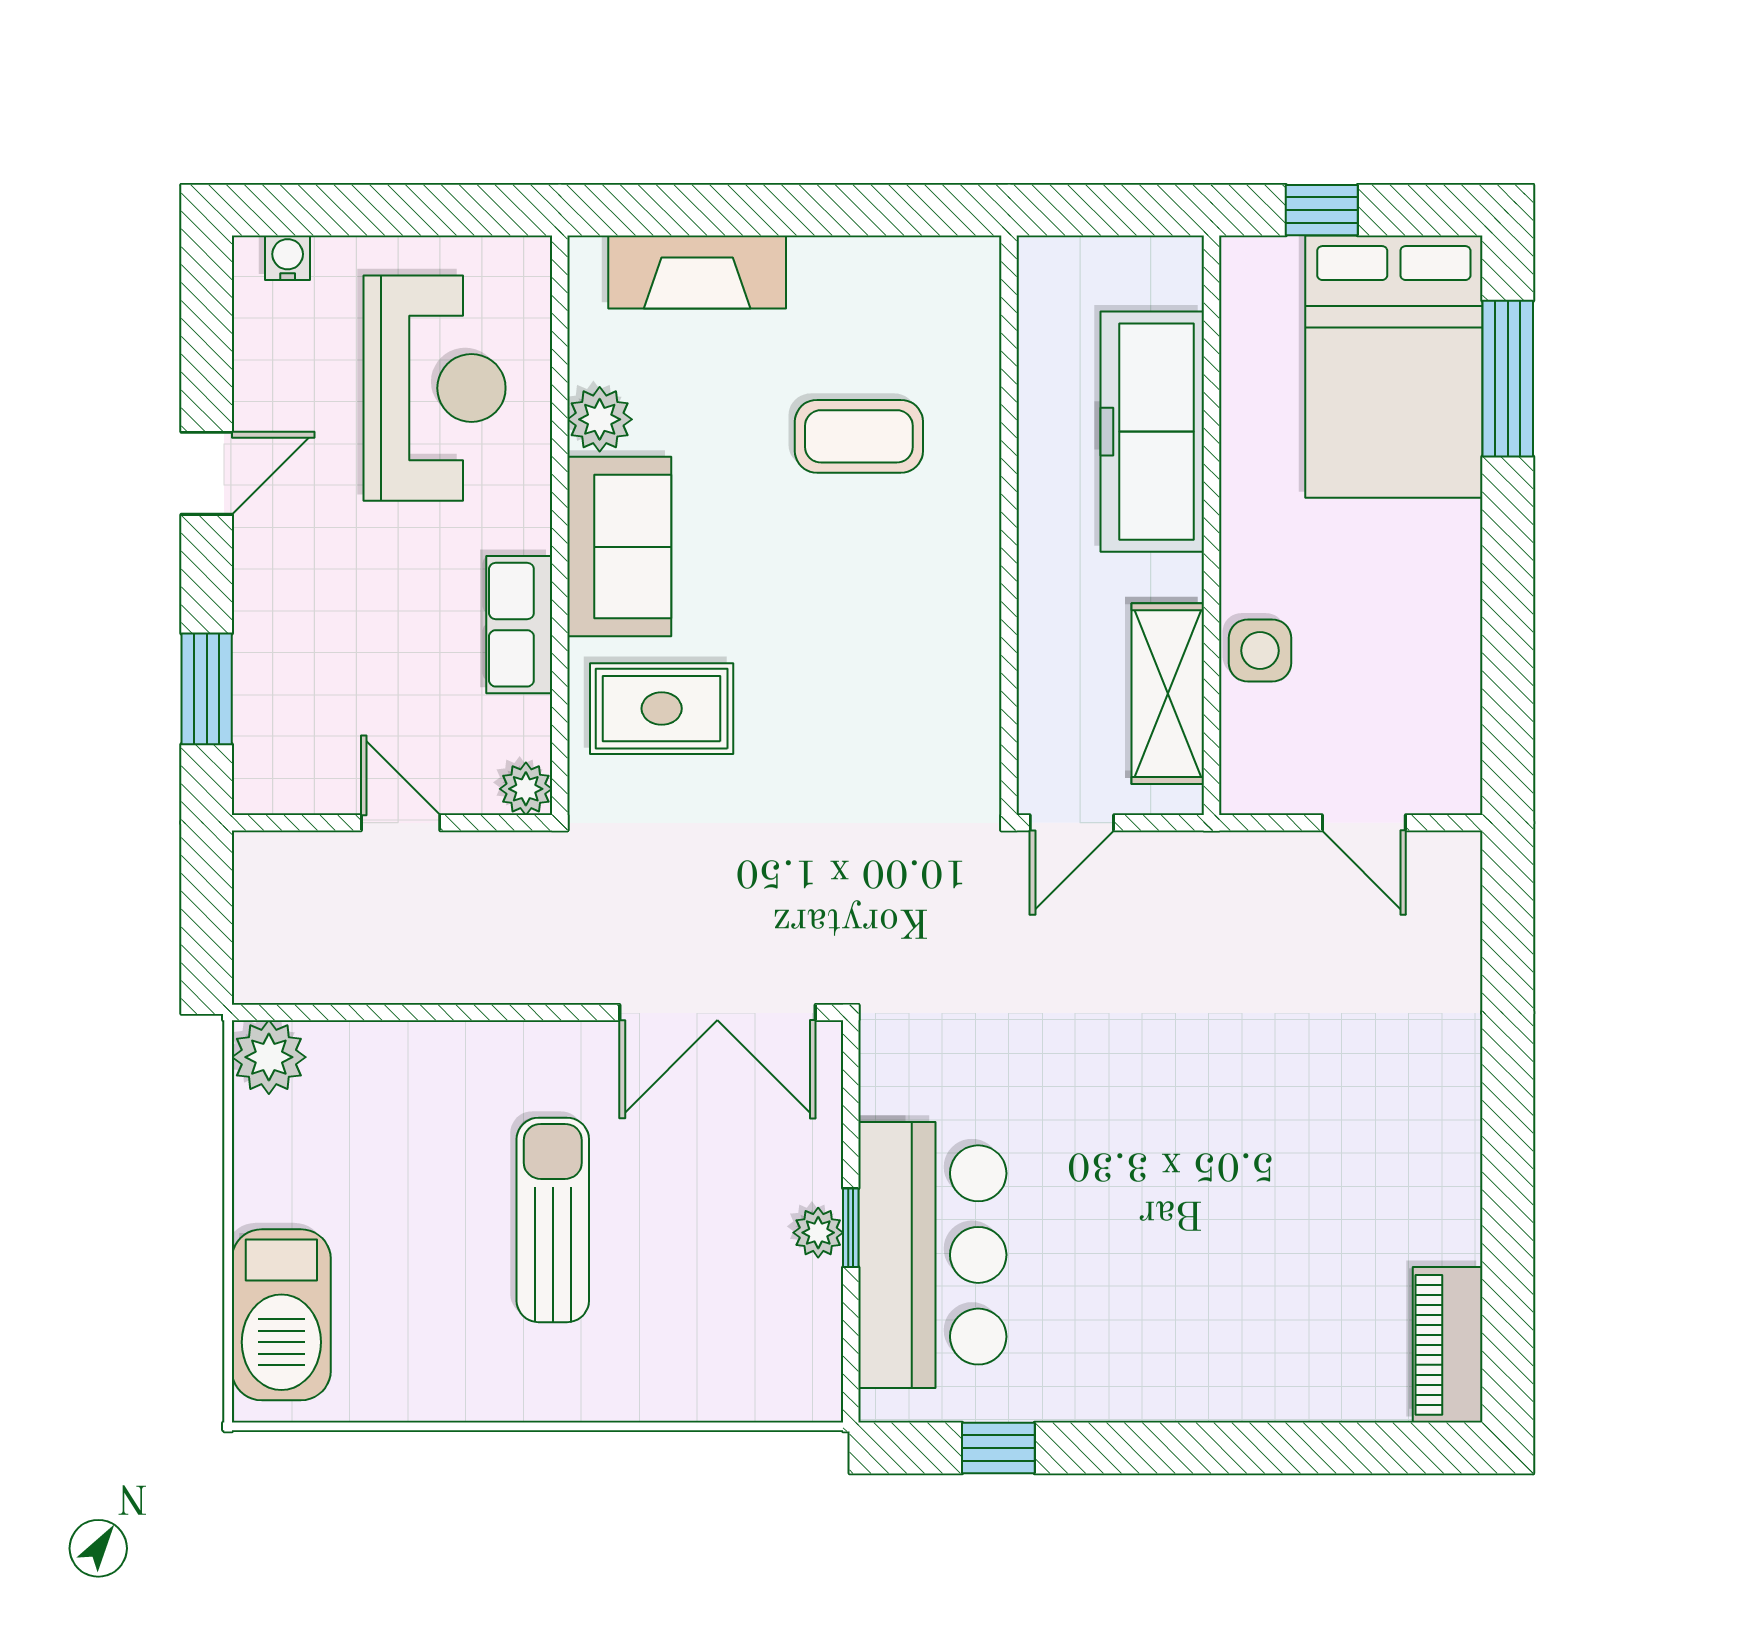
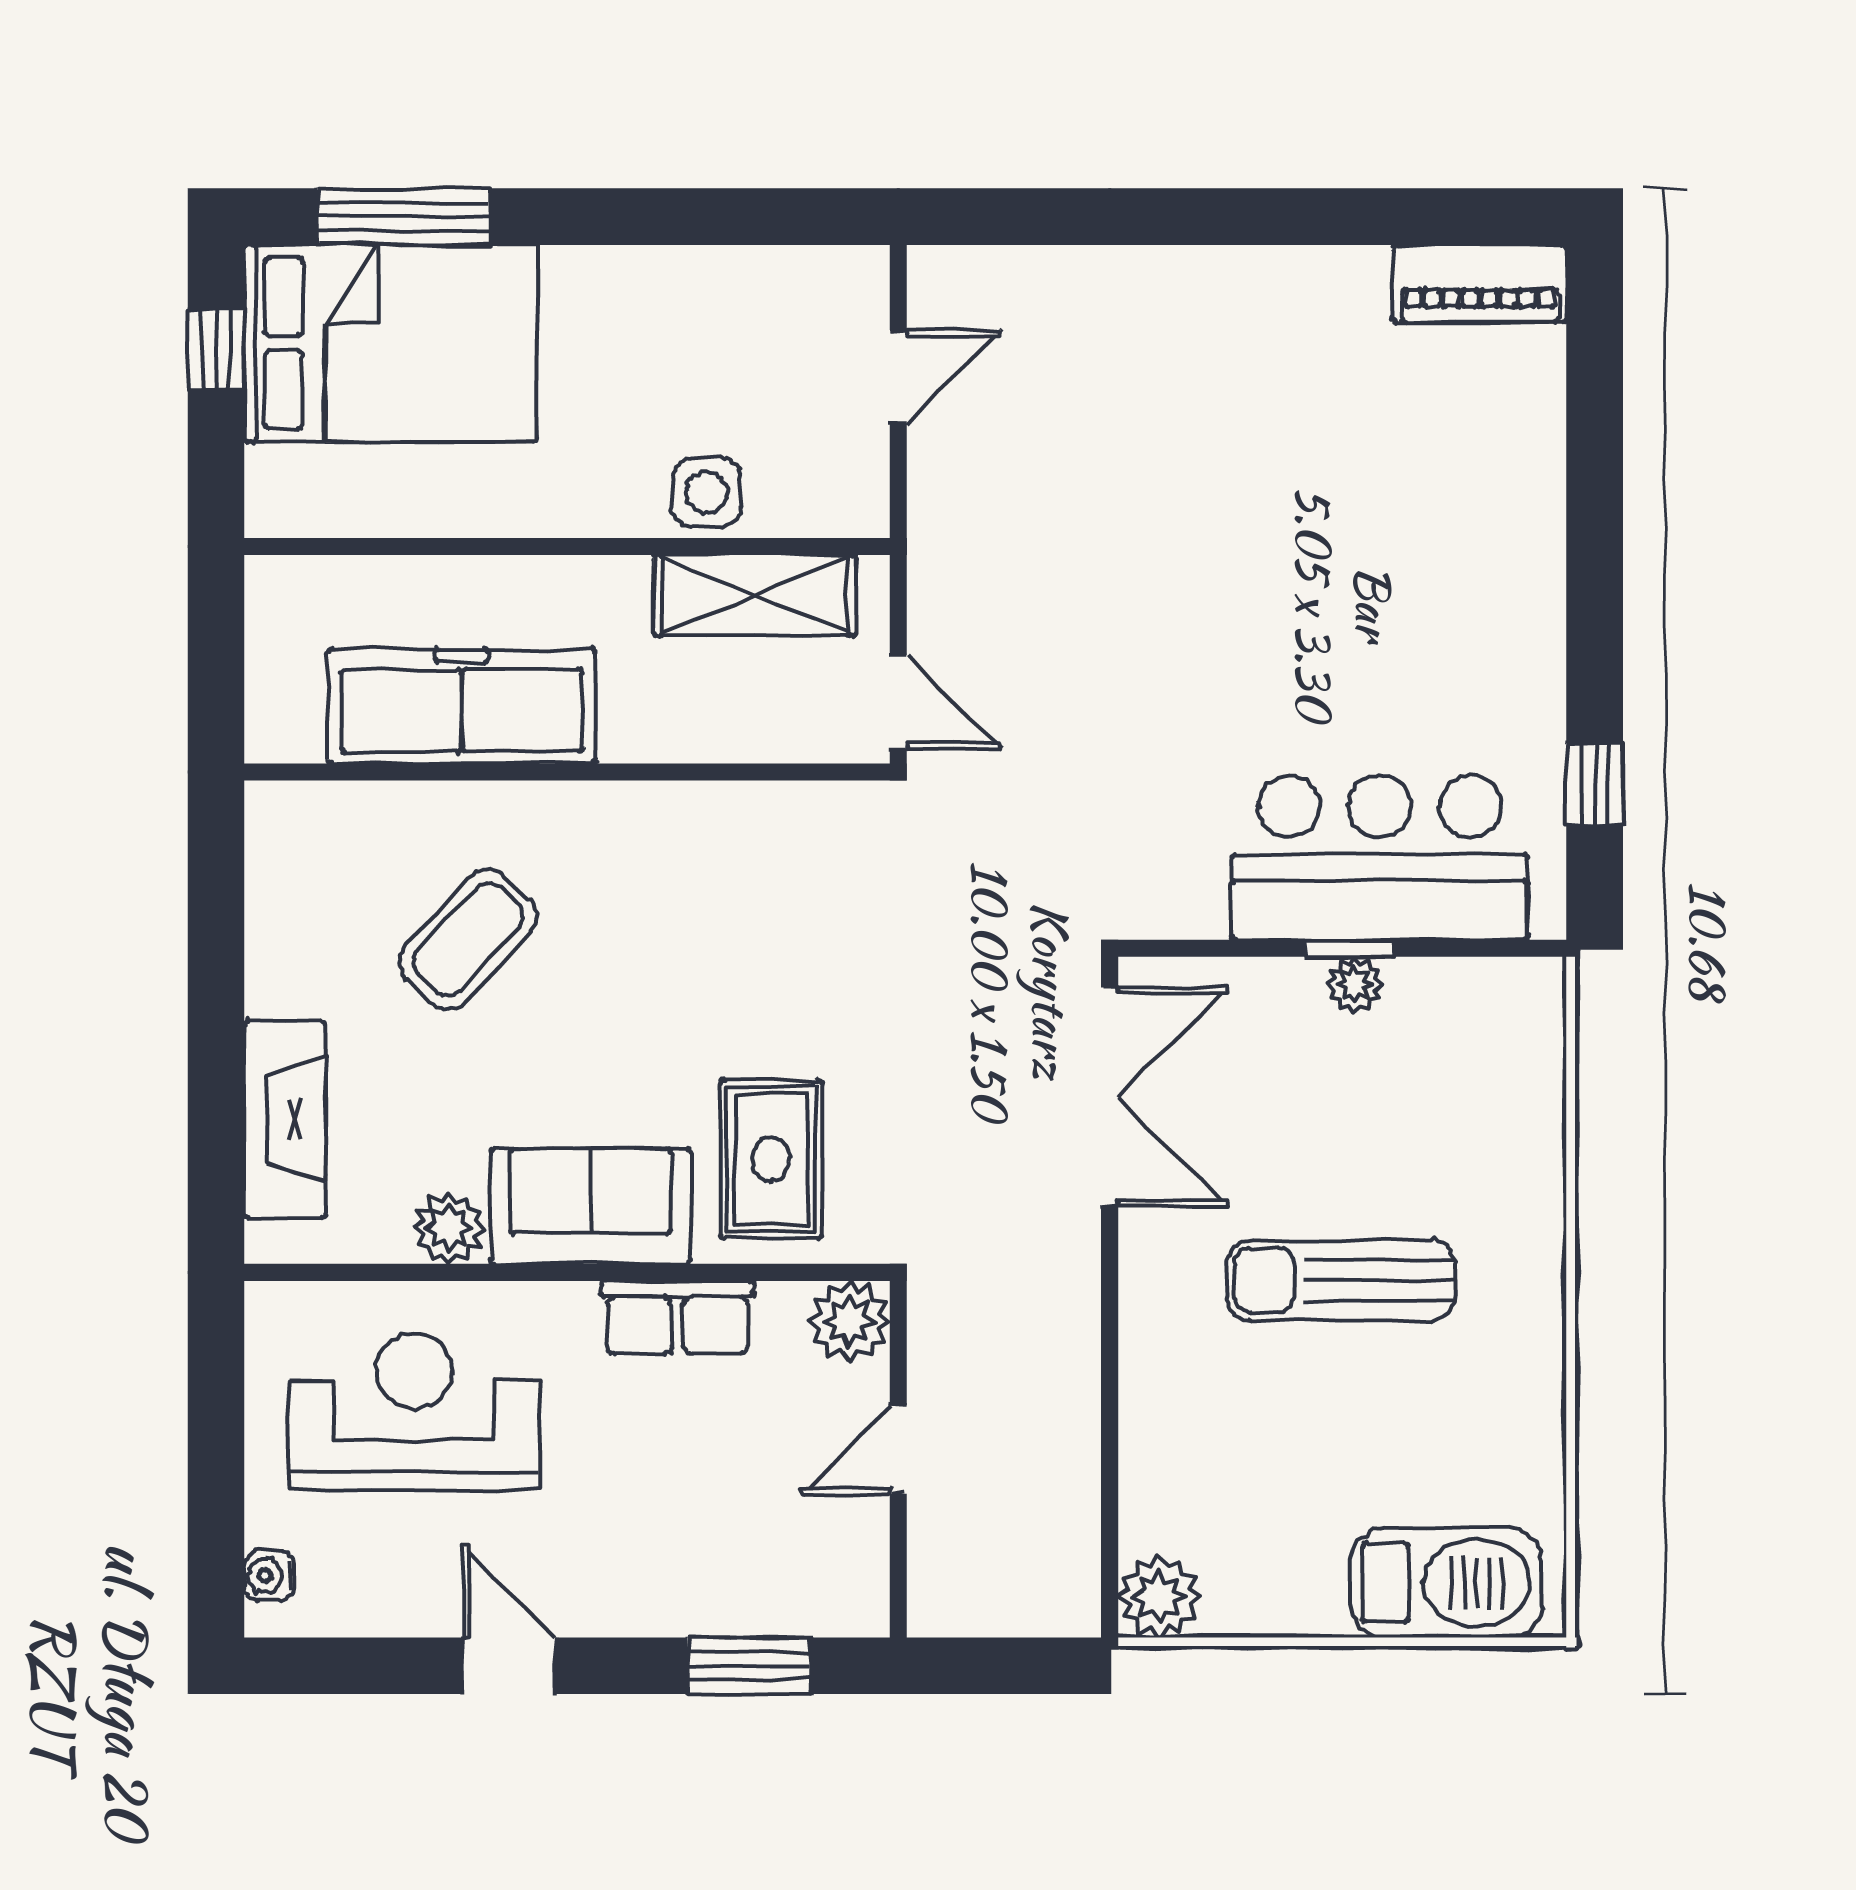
window: (1322, 210) -> (216, 350), moved
freezer: (1152, 432) -> (462, 706), moved, turned 180
coffee table: (859, 436) -> (468, 939), turned 43
plant: (526, 789) -> (849, 1321), width x1.38, depth x1.38

